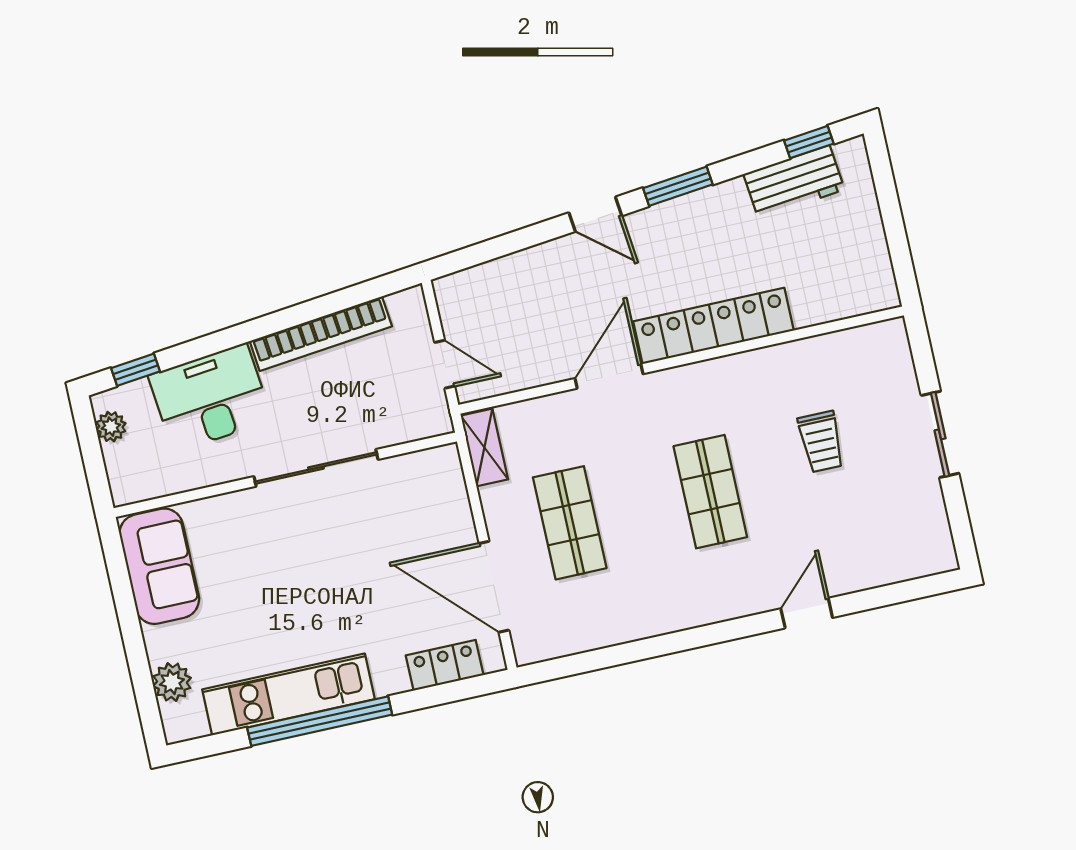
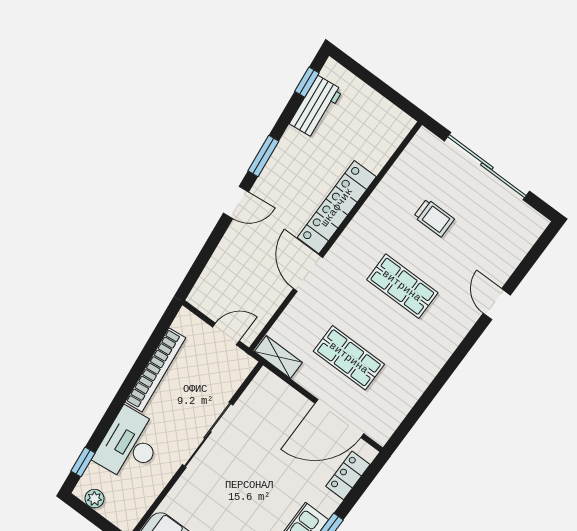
sliding door: (940, 434) -> (487, 166), width x1.86

